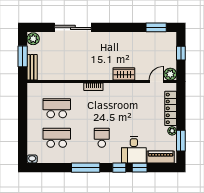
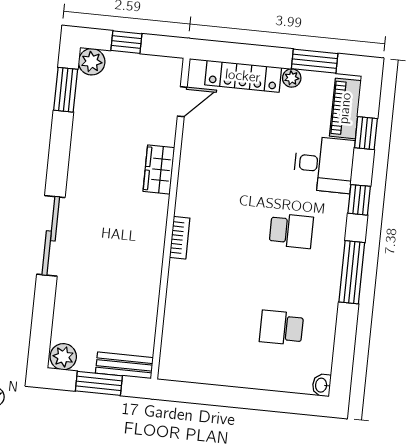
sliding door: (73, 27) -> (51, 236), moved
plant: (170, 74) -> (92, 62), moved
door: (156, 82) -> (182, 102), swing flipped
school desk: (57, 108) -> (218, 321), removed
school desk: (57, 138) -> (281, 328), width x0.54
school desk: (102, 138) -> (291, 231), turned 180
window: (140, 168) -> (366, 133), moved

